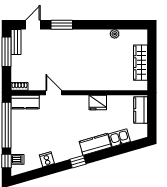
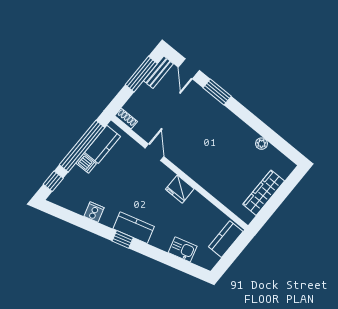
door: (33, 25) -> (189, 69), swing flipped
kitchen counter: (25, 102) -> (103, 144), moved, turned -90
fridge: (98, 102) -> (180, 189), moved
kitchen counter: (95, 144) -> (134, 228), moved
dishwasher: (18, 159) -> (86, 163), moved

